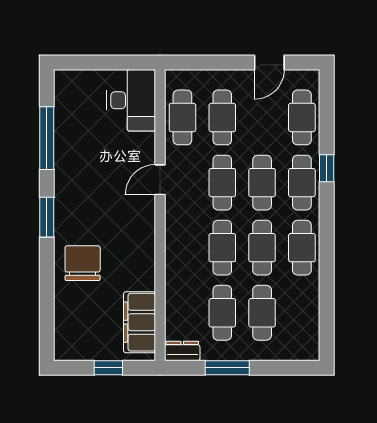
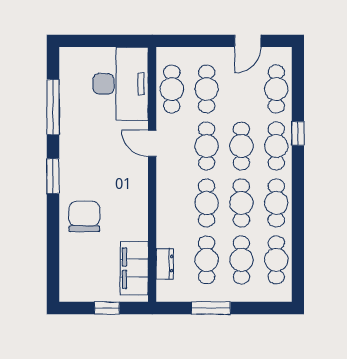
desk: (131, 100) -> (121, 84), width x1.36, depth x1.30
door: (160, 180) -> (152, 143), hinge flipped
cafe table: (302, 313) -> (276, 260), added
dresser: (182, 351) -> (165, 264), moved, turned 90

